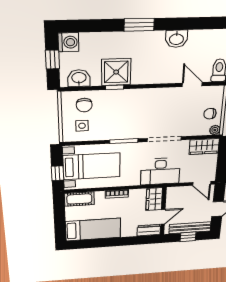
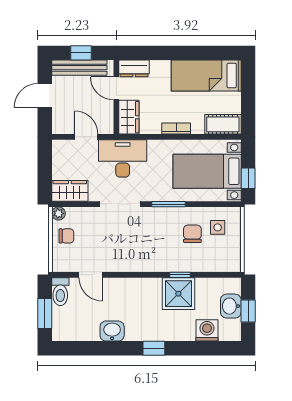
window: (139, 25) -> (154, 348), width x0.67
washing machine: (68, 42) -> (207, 330), moved, turned 90
washbasin: (79, 78) -> (231, 306), moved, turned 90
chair: (84, 105) -> (192, 234), moved
window: (58, 173) -> (248, 178), moved
door: (202, 183) -> (86, 137), moved
door: (163, 217) -> (116, 88), hinge flipped

